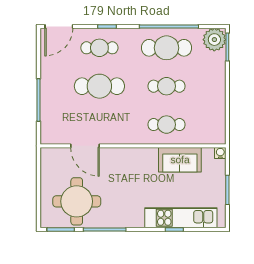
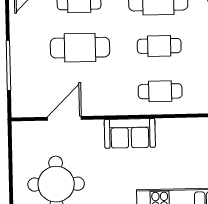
door: (85, 146) -> (64, 118), swing flipped
sofa: (180, 160) -> (130, 133), moved

